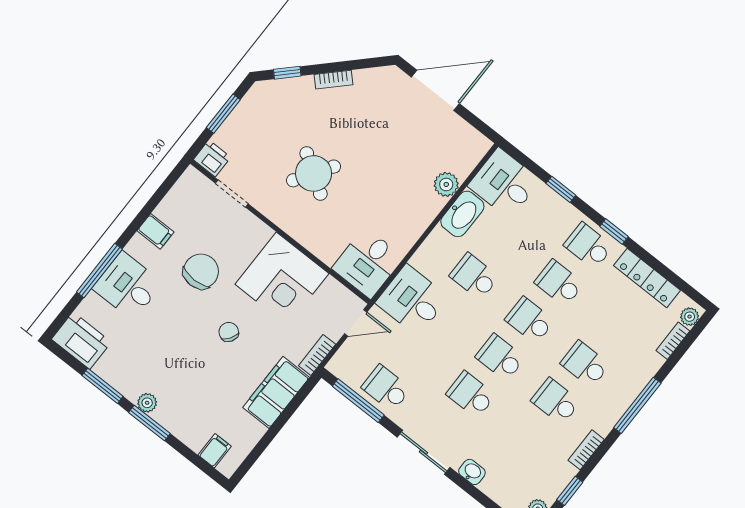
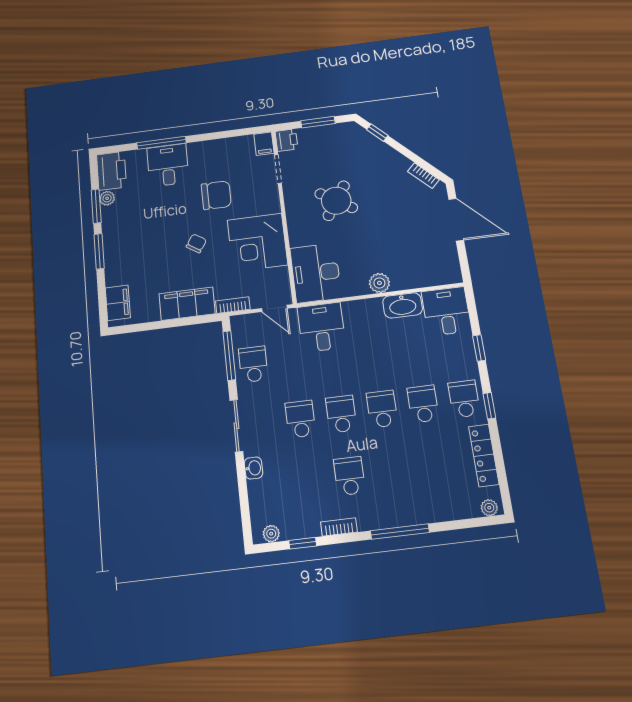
bookcase: (333, 80) -> (423, 176), moved
plant: (446, 184) -> (379, 283), moved
filing cabinet: (155, 231) -> (264, 144), moved
desk: (368, 263) -> (316, 273), width x1.37
school desk: (474, 276) -> (373, 349), removed
bookcase: (673, 341) -> (463, 513), removed
school desk: (585, 364) -> (391, 471), removed
plant: (147, 403) -> (107, 198), moved
filing cabinet: (215, 451) -> (118, 303), width x2.00

